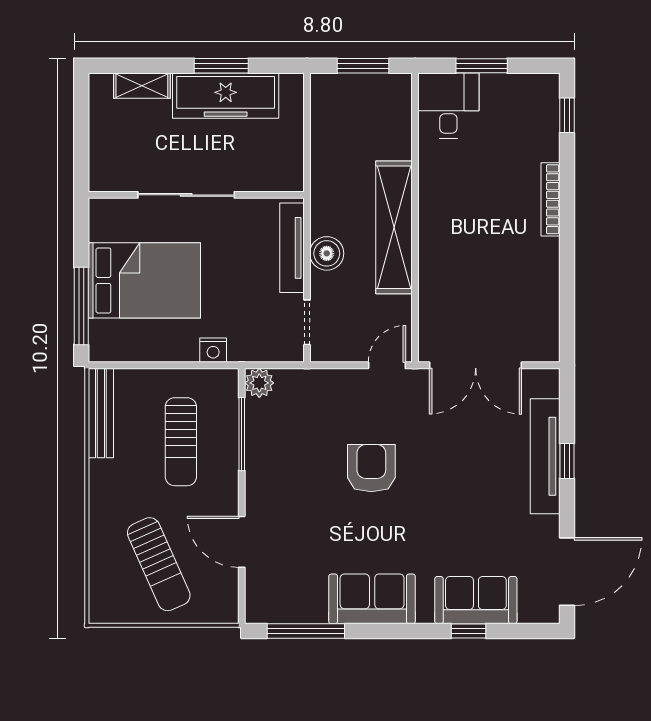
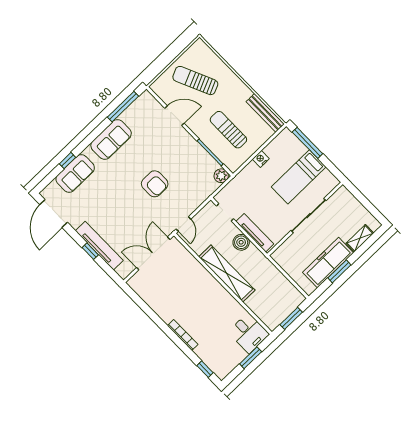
bed: (144, 280) -> (299, 177), width x0.67
nightstand: (213, 350) -> (261, 159), moved

